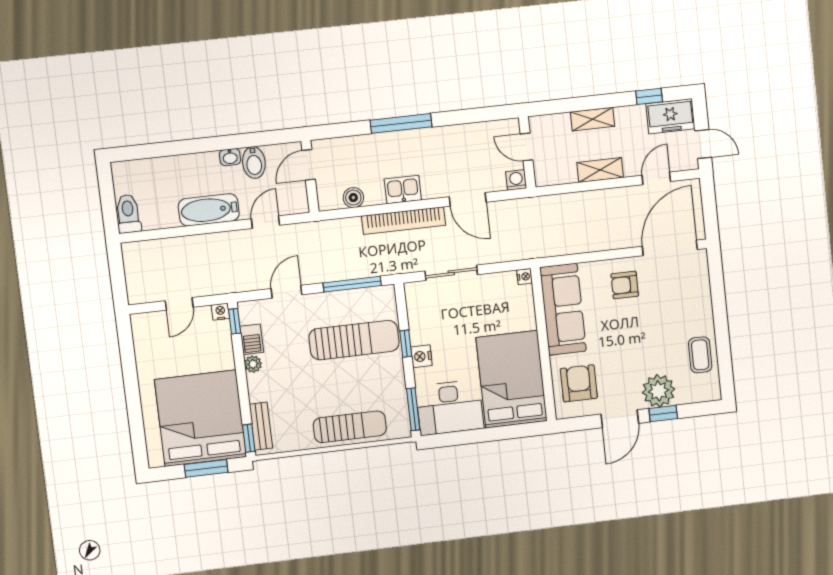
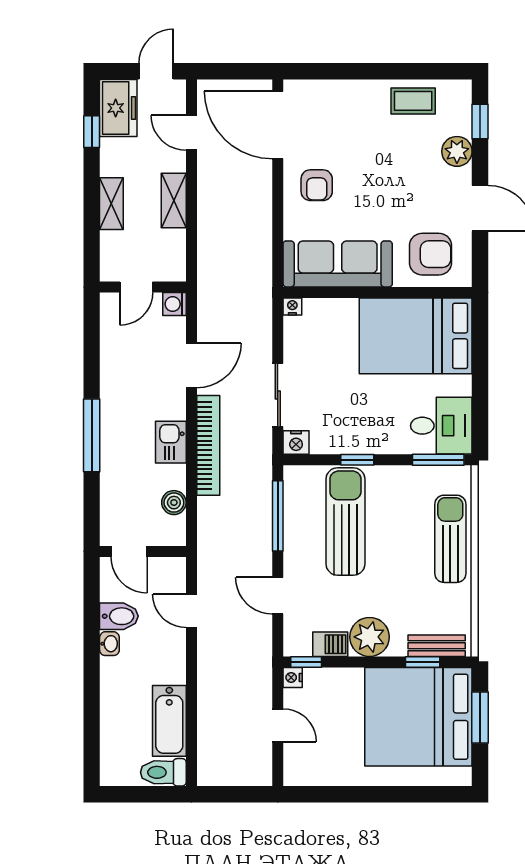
bathtub: (209, 210) -> (169, 721), moved
nightstand: (421, 356) -> (296, 442), moved
plant: (253, 364) -> (370, 637), width x1.88, depth x1.88
armchair: (579, 383) -> (430, 254), turned 180
plant: (659, 391) -> (457, 151), width x0.73, depth x0.73
desk: (450, 407) -> (441, 426), width x0.73
window: (663, 414) -> (480, 121), moved
window: (249, 438) -> (423, 662), moved

